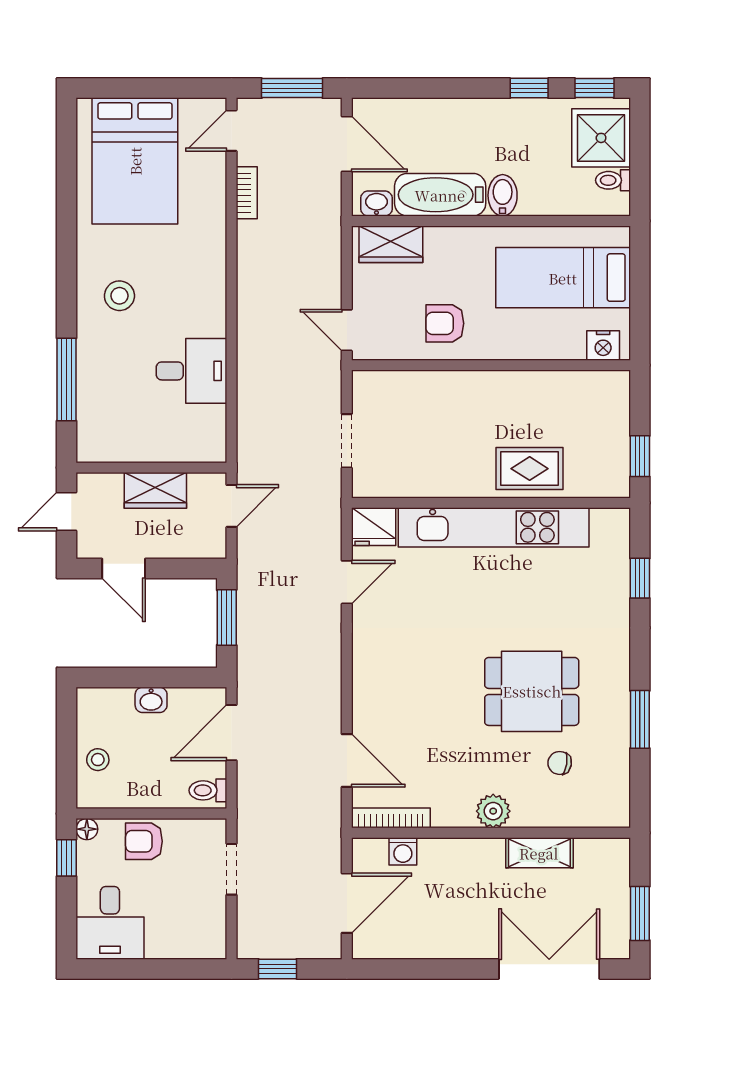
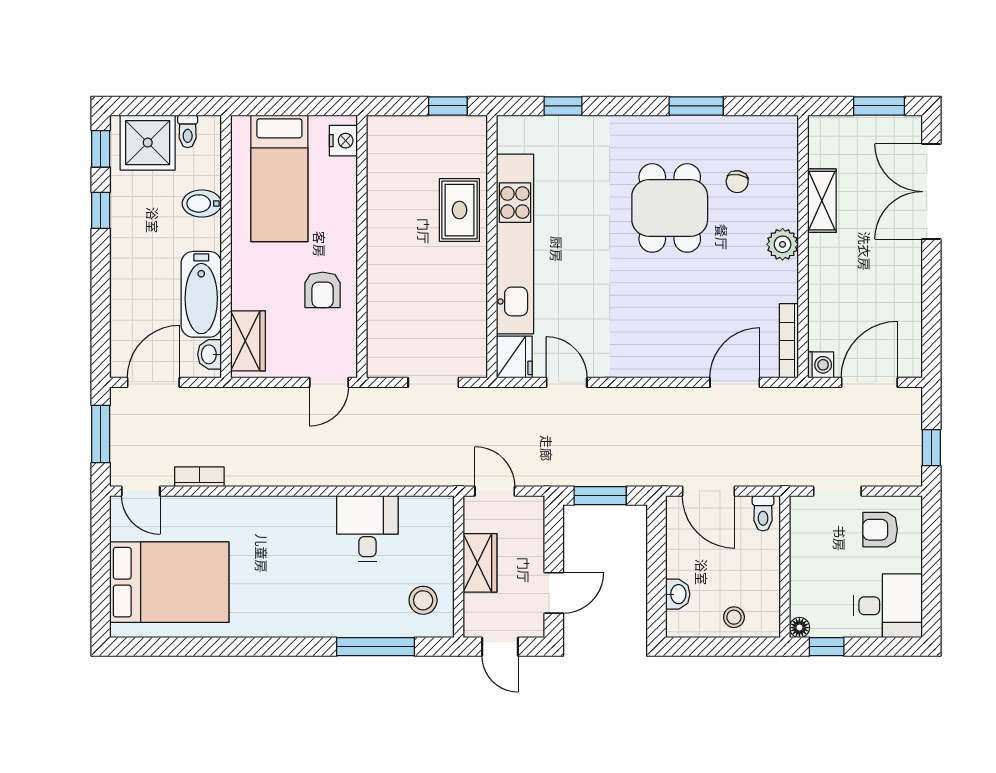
bidet: (503, 195) -> (202, 203), moved
stool: (119, 296) -> (423, 600), moved
washbasin: (151, 700) -> (678, 594), moved
armchair: (144, 841) -> (880, 530), moved, turned 90
washing machine: (403, 851) -> (821, 365), moved
door: (347, 903) -> (869, 382), hinge flipped

